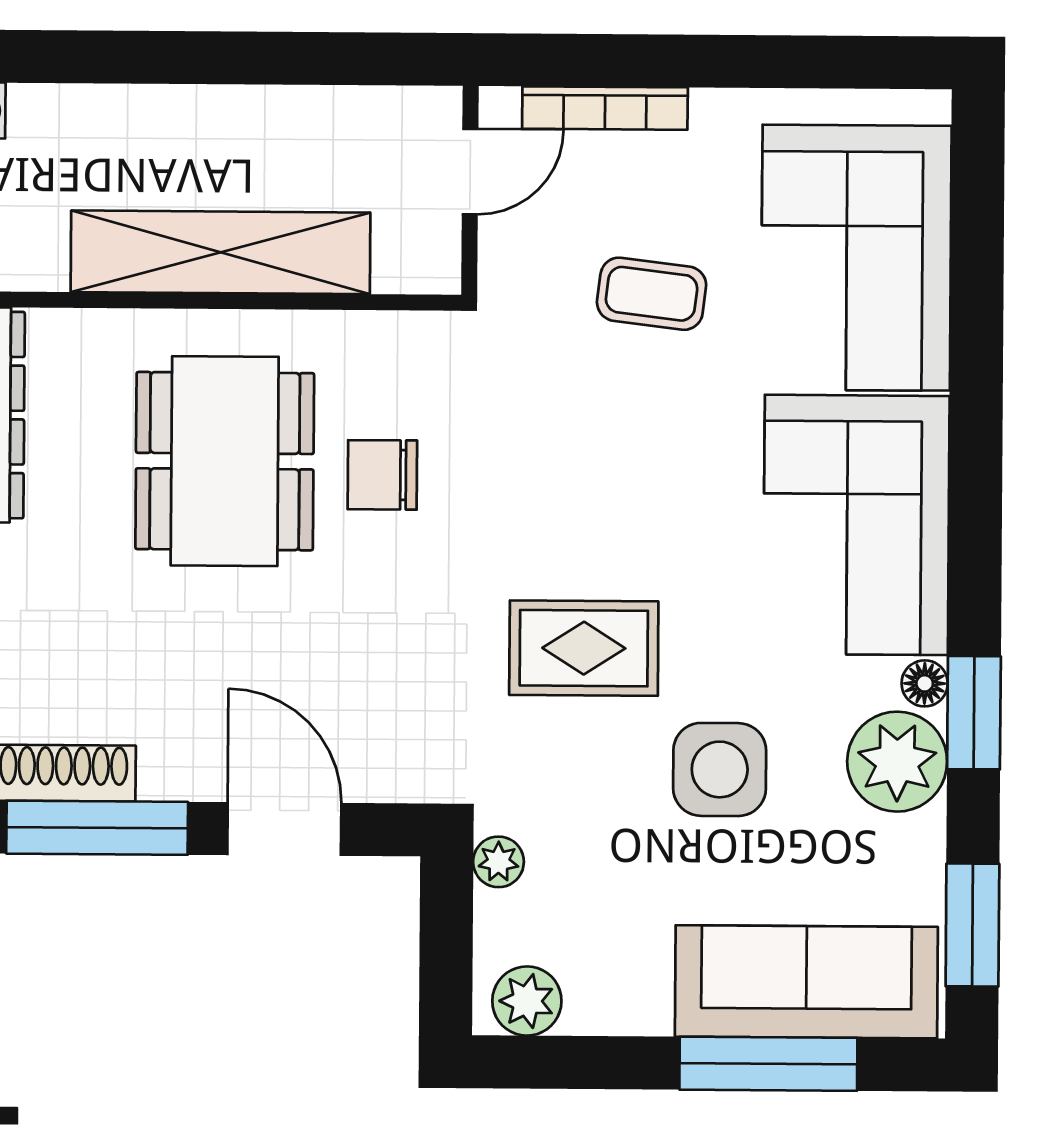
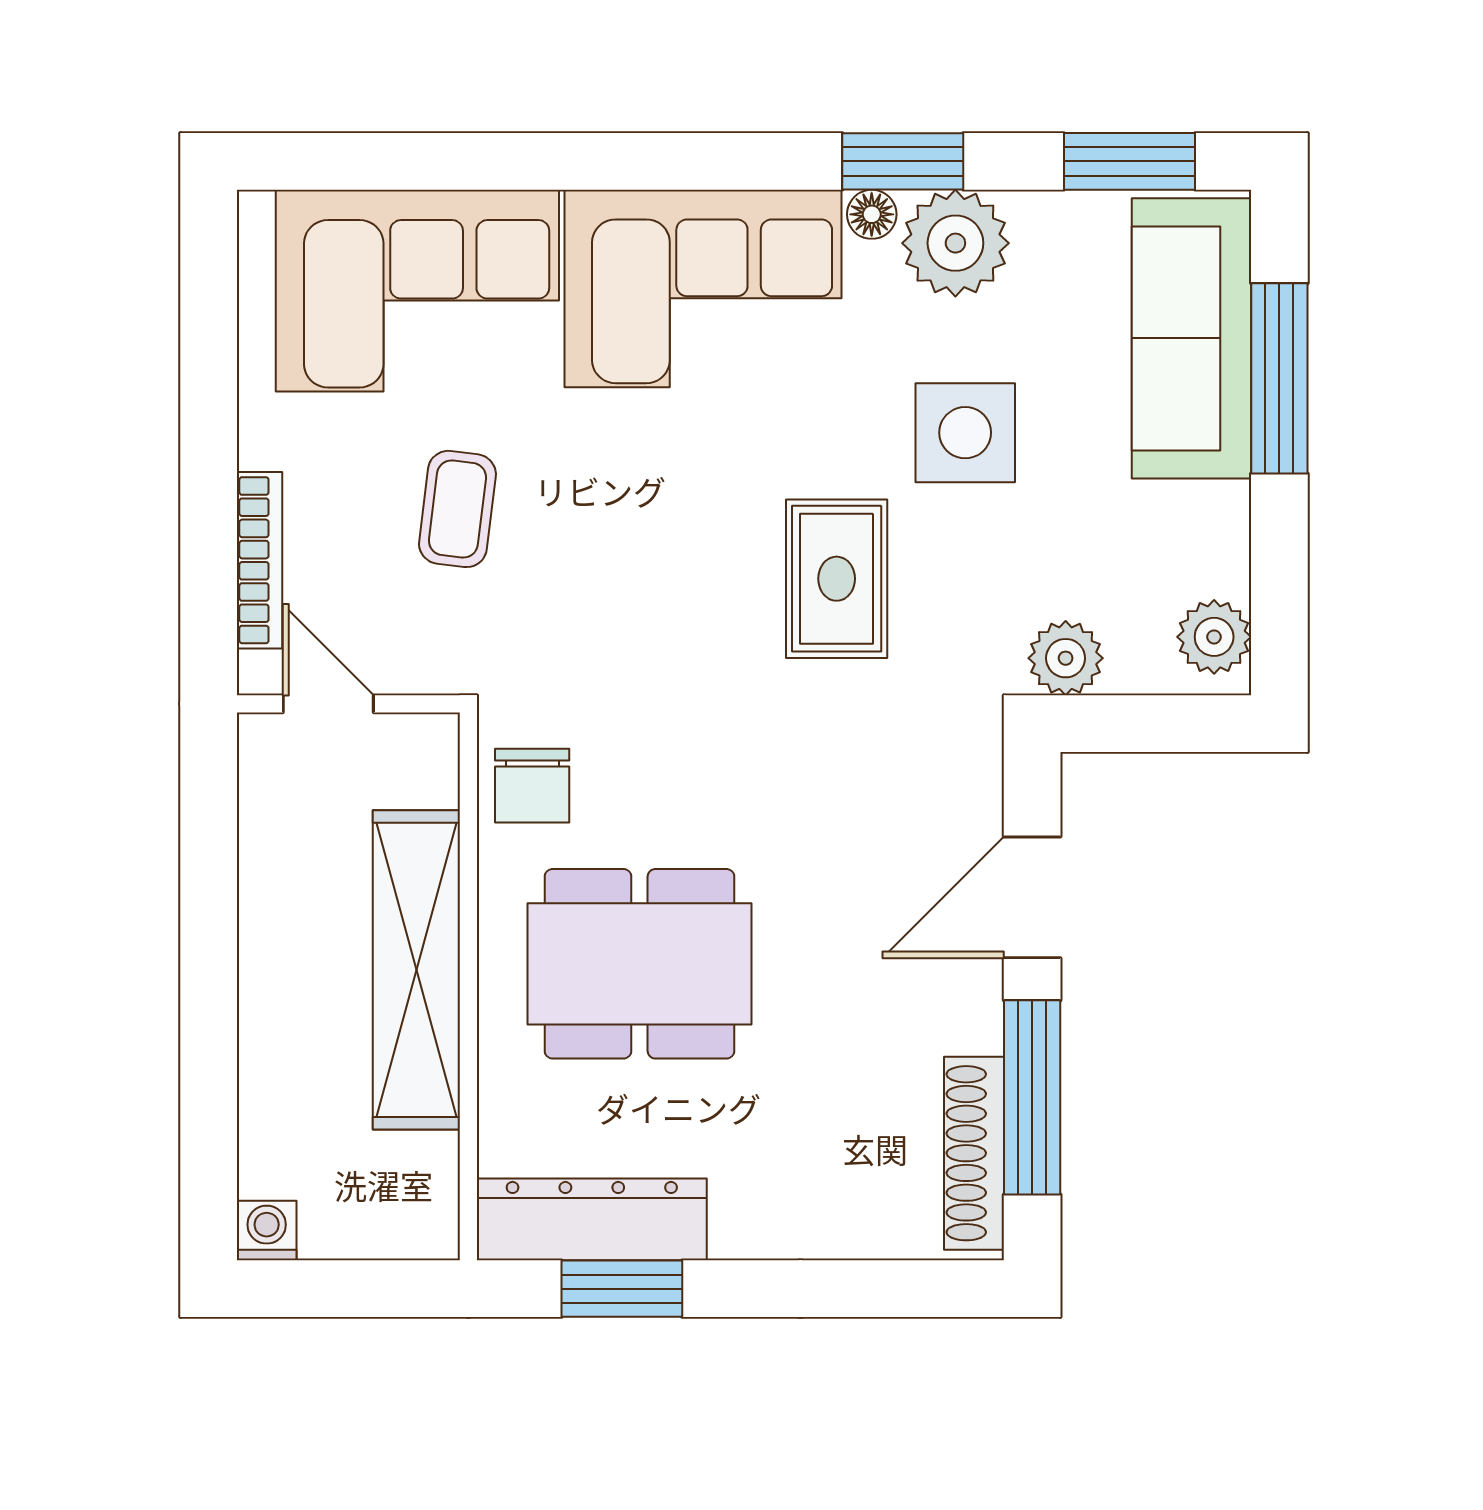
chair: (382, 475) -> (532, 786), moved
plant: (498, 862) -> (1066, 658), width x1.38, depth x1.38

